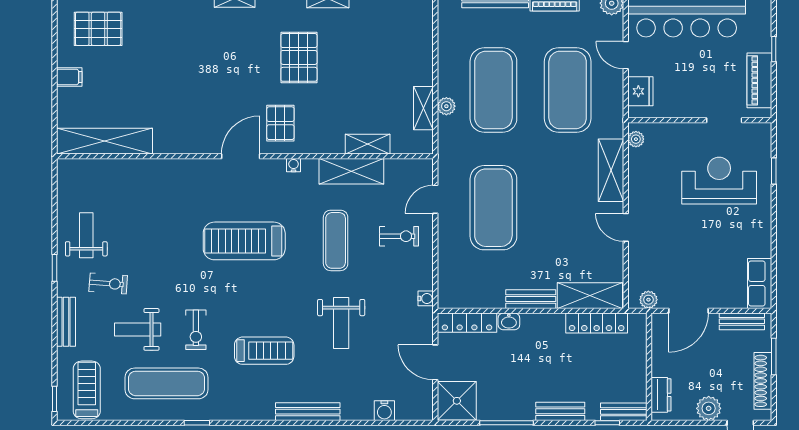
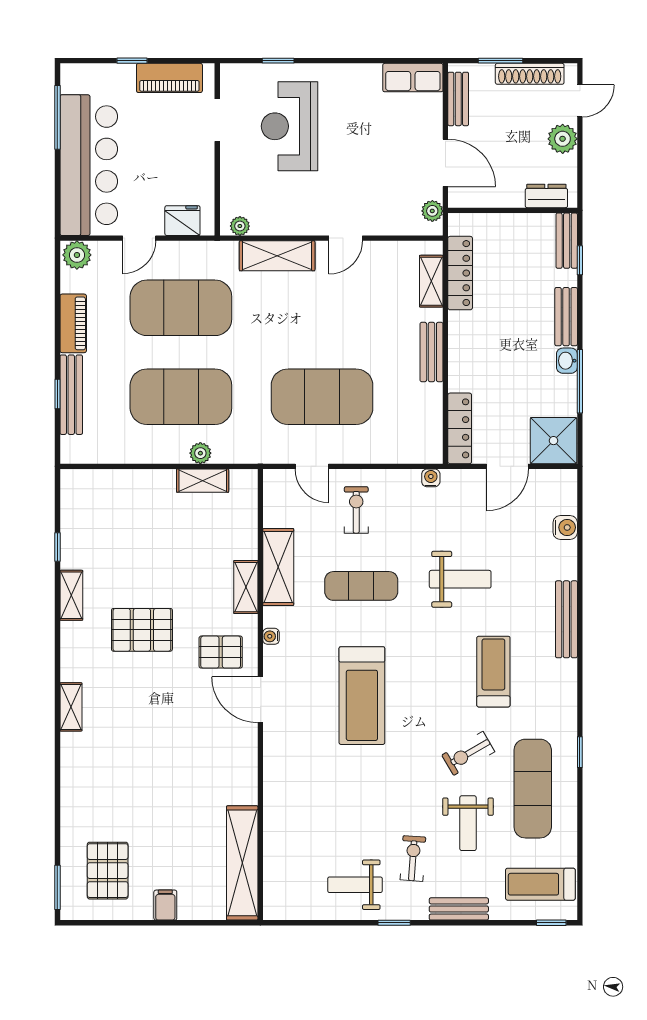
shelving: (368, 144) -> (246, 587), moved
shelving: (590, 296) -> (431, 281), width x0.67, depth x0.75
washbasin: (509, 321) -> (567, 361), moved, turned 180
exercise bike: (196, 330) -> (468, 753), turned 150

